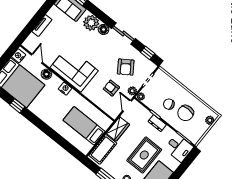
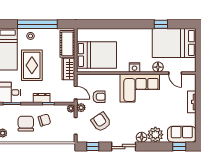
nightstand: (19, 56) -> (191, 64), removed
bed: (84, 126) -> (97, 55), width x1.50

